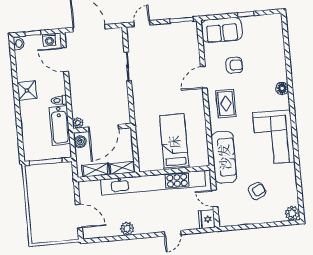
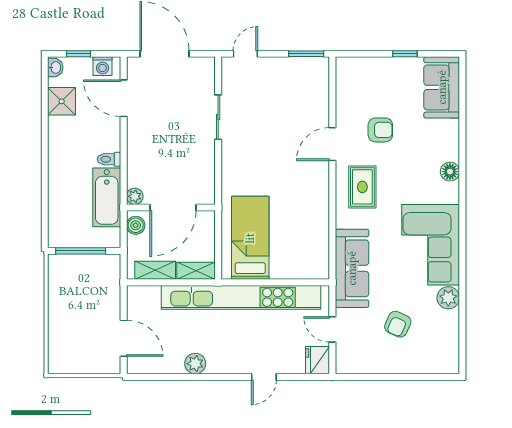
sofa: (222, 30) -> (442, 87), moved, turned 90
shower: (27, 91) -> (62, 101), moved
bed: (174, 142) -> (250, 238), moved
armchair: (257, 191) -> (398, 324), turned 139
plant: (292, 213) -> (448, 298), moved

